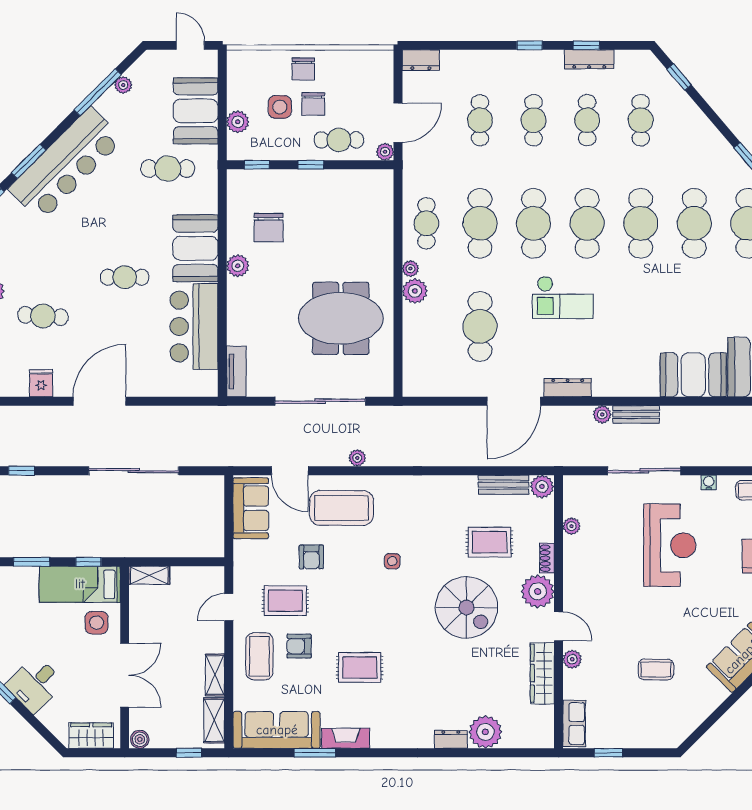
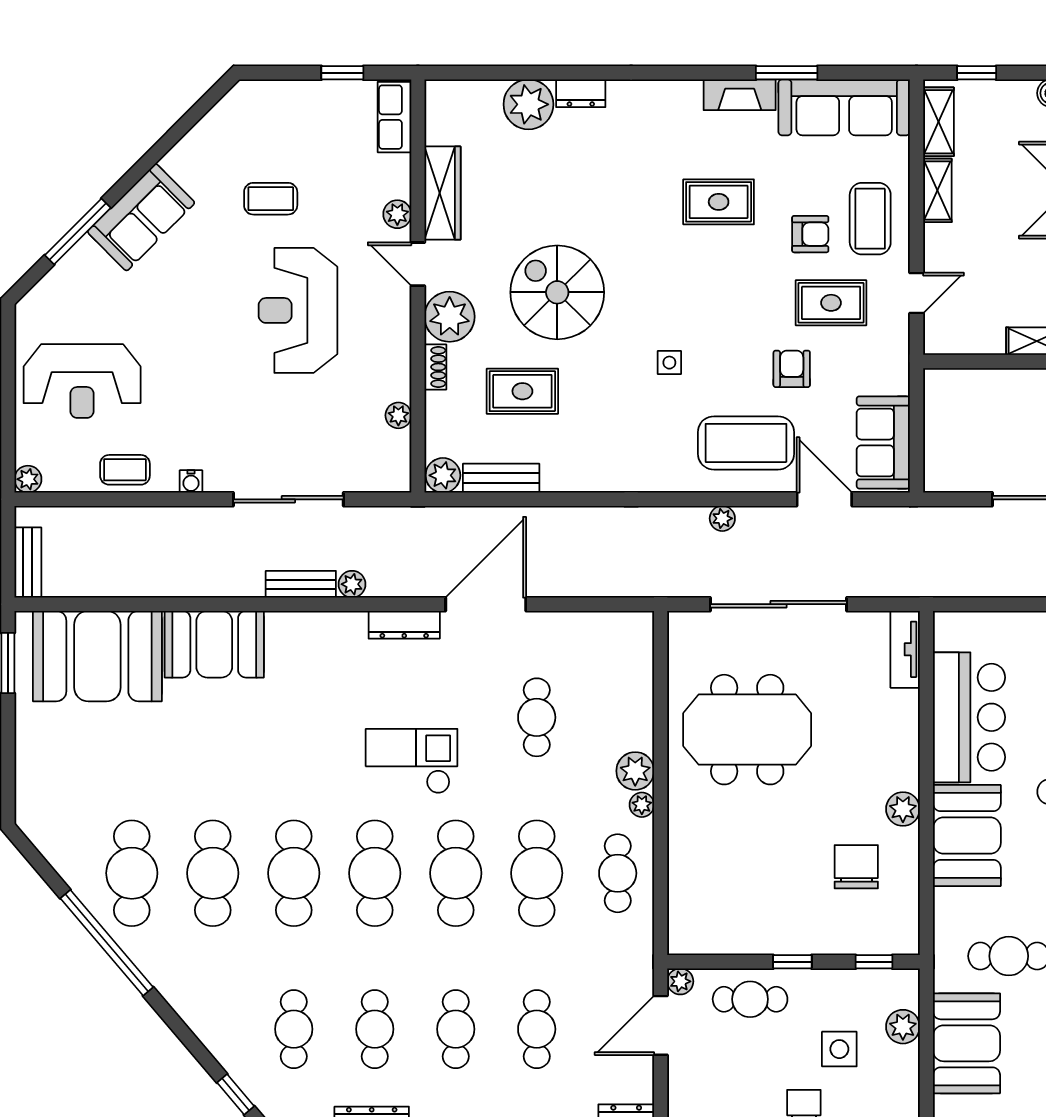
chair: (313, 104) -> (789, 1054), removed
cafe table: (480, 326) -> (537, 717), width x0.73, depth x0.74
reception desk: (670, 545) -> (298, 310), moved

